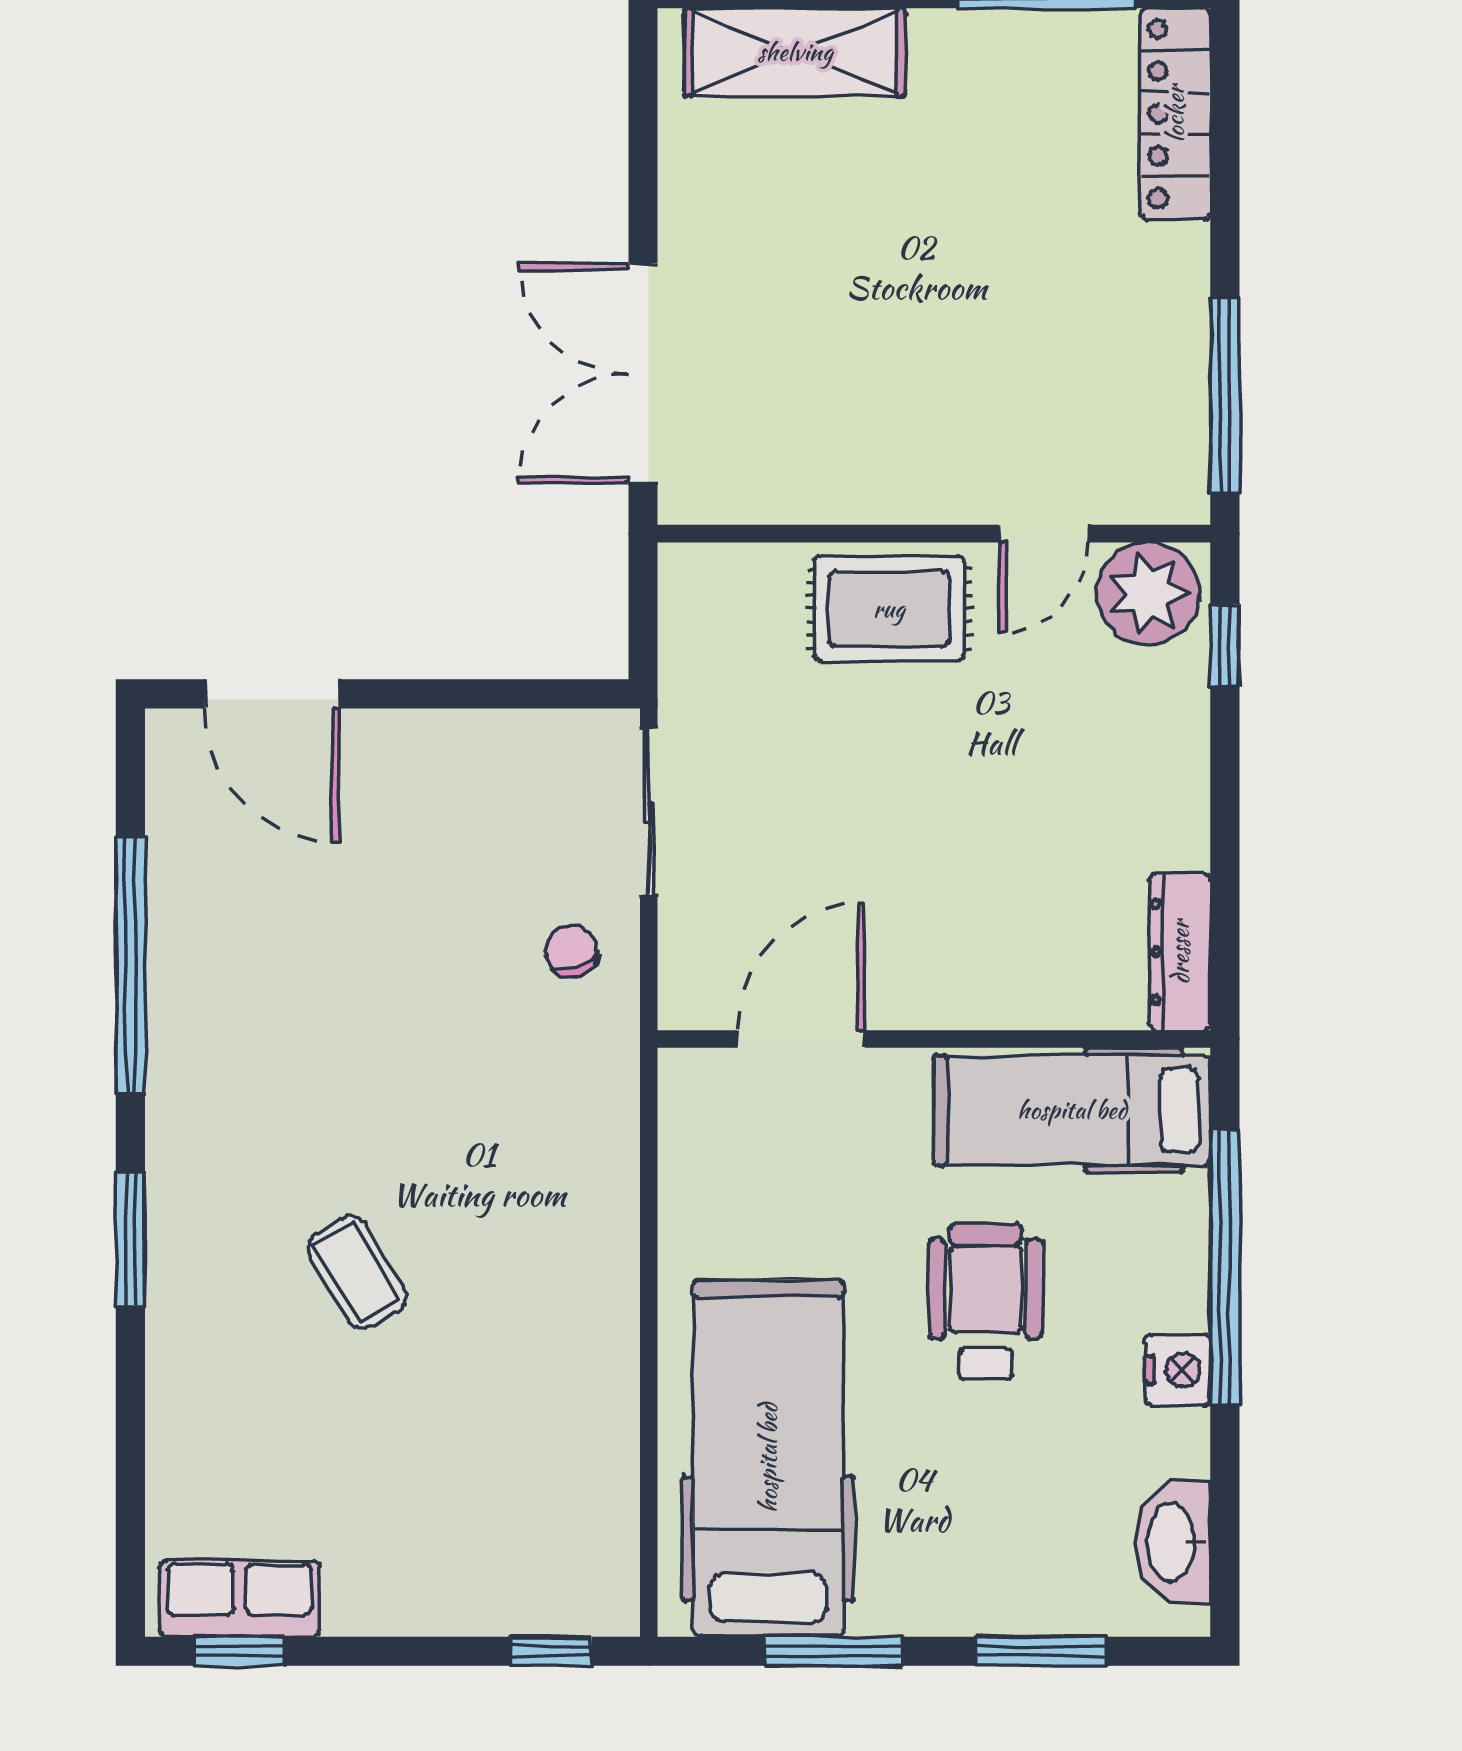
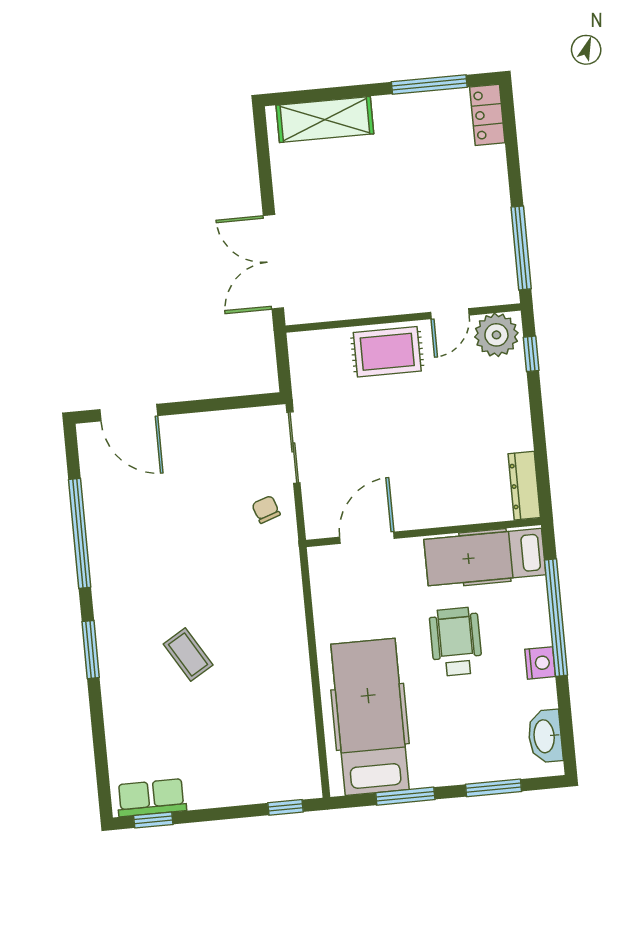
locker: (1175, 114) -> (487, 115), width x0.66

